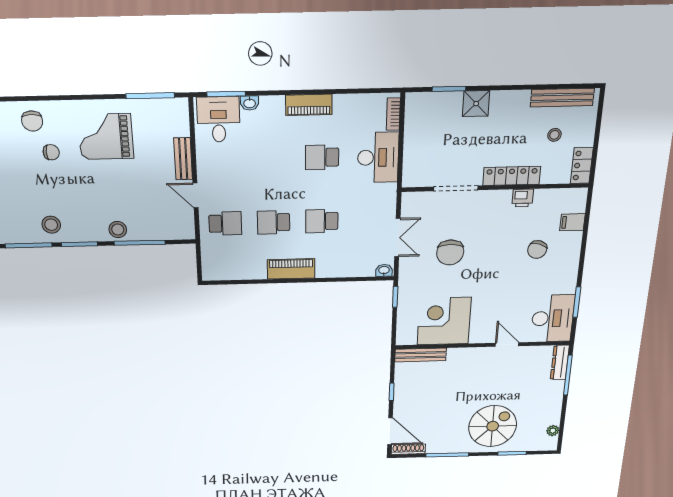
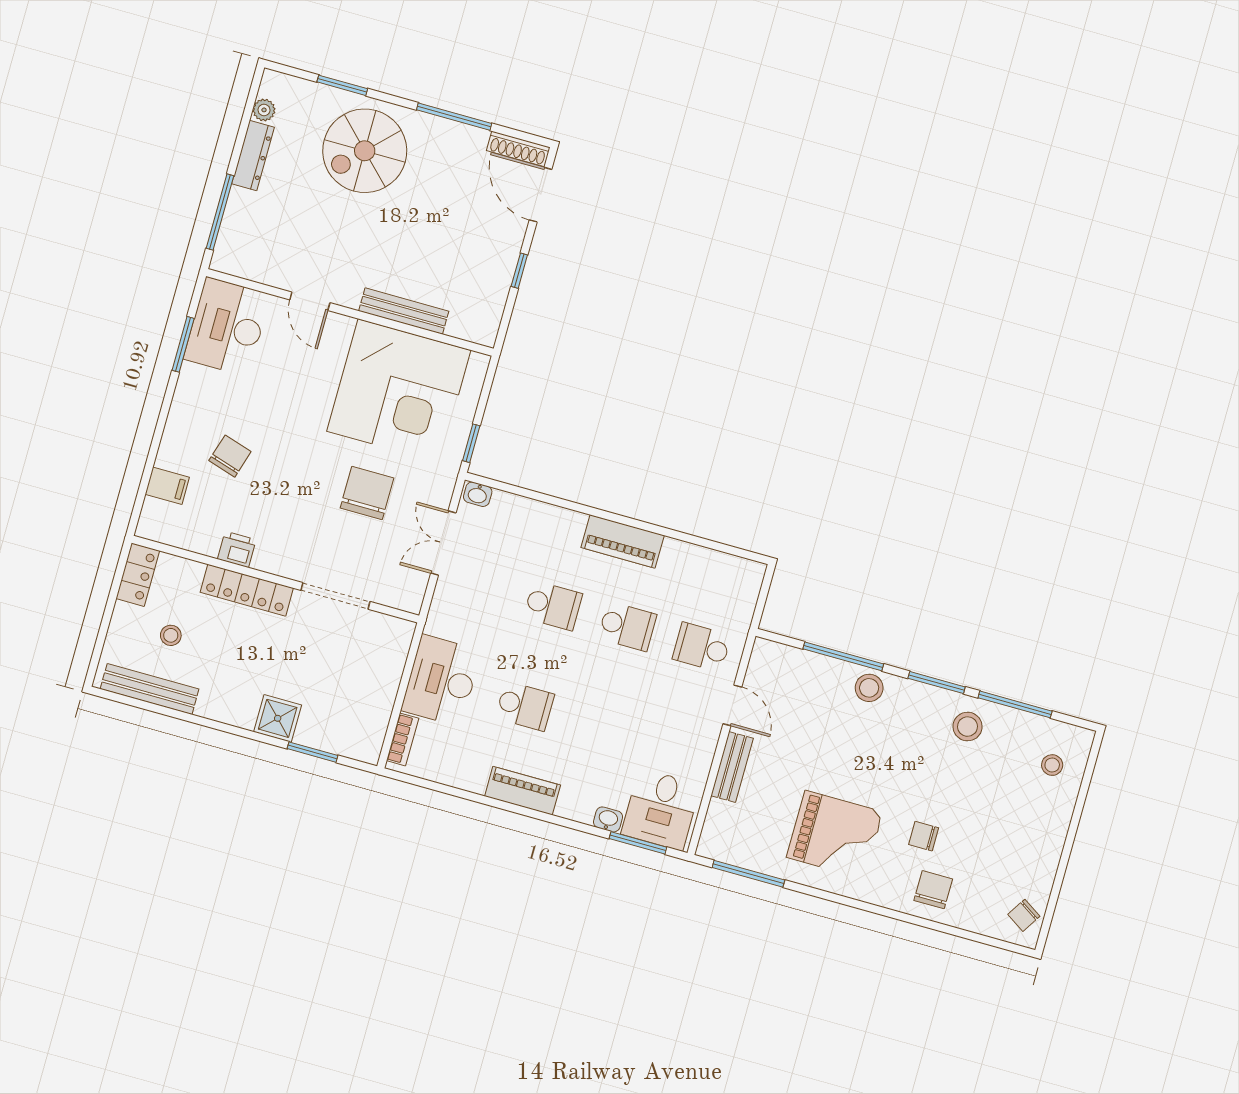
corner desk: (444, 321) -> (399, 391), width x1.36, depth x1.36
bench: (420, 355) -> (404, 311), moved
dresser: (560, 362) -> (253, 155), moved

